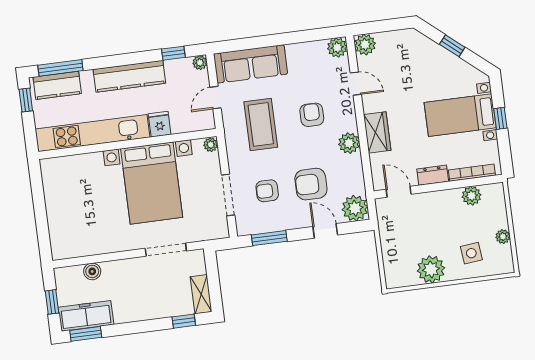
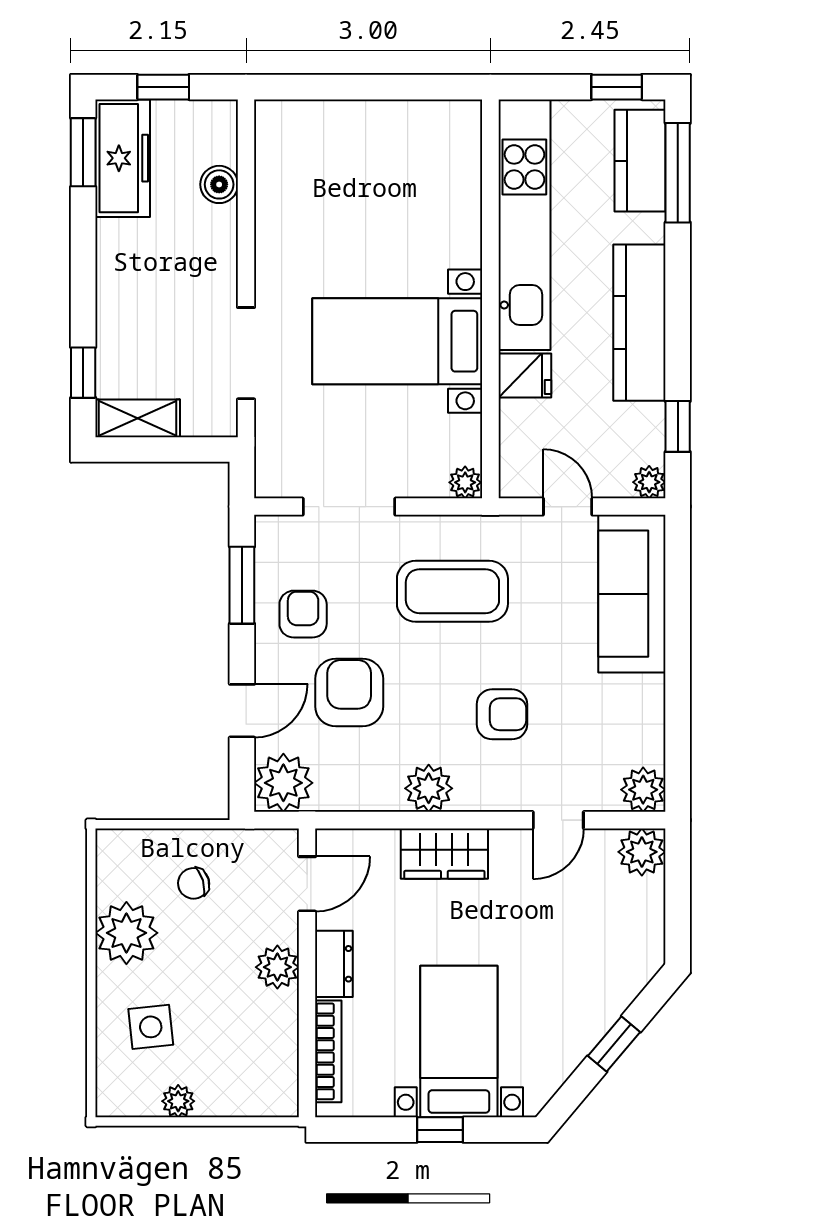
coffee table: (261, 124) -> (452, 591), moved
bed with nightstands: (152, 183) -> (397, 341), width x0.73
armchair: (267, 191) -> (303, 614), moved
plant: (472, 196) -> (277, 967), moved
chair: (405, 242) -> (194, 883), added

